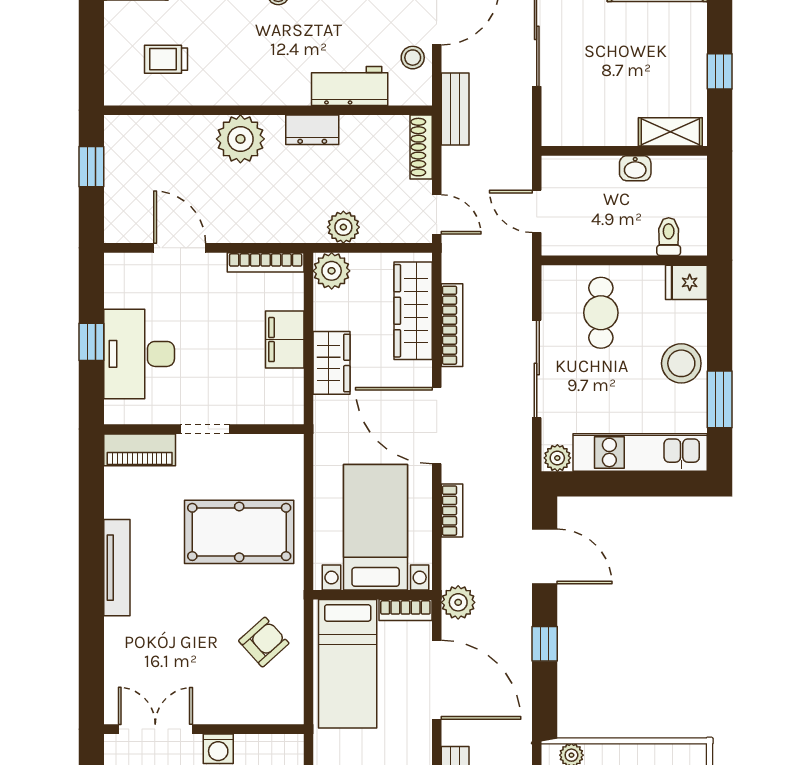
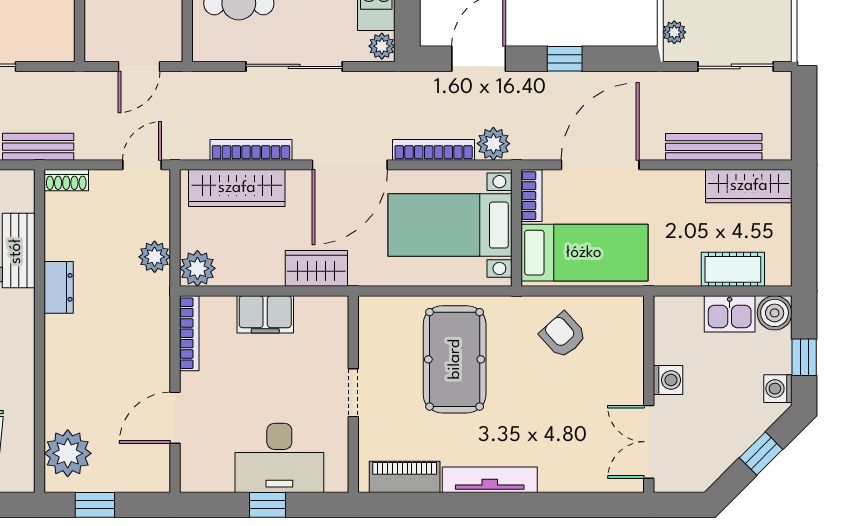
plant: (240, 139) -> (68, 453), moved
shoe rack: (421, 147) -> (66, 180), width x0.70
wardrobe: (332, 363) -> (316, 268), moved
piano: (140, 450) -> (405, 477), moved, turned -90
bookcase: (452, 511) -> (434, 150), width x1.56
plant: (458, 602) -> (493, 144), moved

